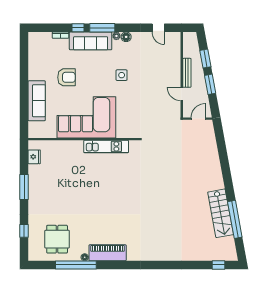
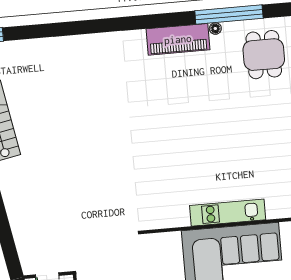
kitchen unit: (106, 146) -> (228, 213), moved

